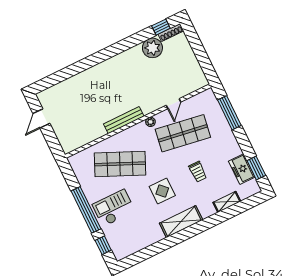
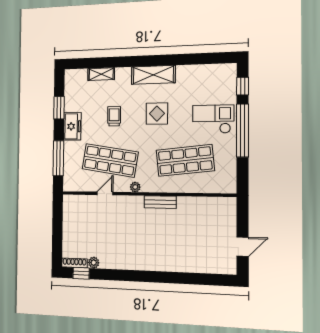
plant: (152, 48) -> (94, 263), width x0.53, depth x0.53
bench: (124, 120) -> (160, 202), width x0.73
shop shelf: (120, 164) -> (185, 160), turned -30
window: (256, 168) -> (59, 108), moved
freezer: (242, 169) -> (72, 126), moved
checkout: (114, 208) -> (213, 119), turned 180

